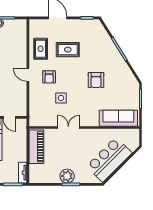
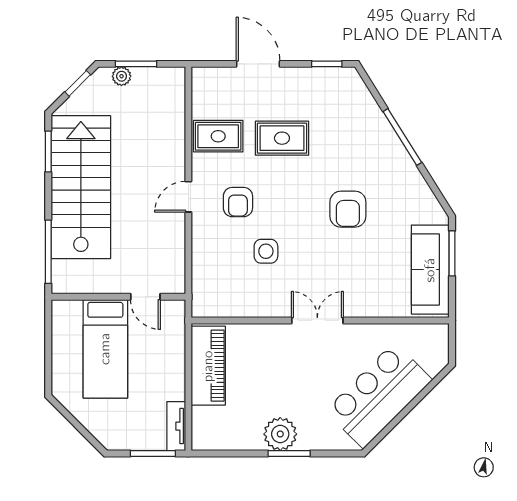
rug: (41, 49) -> (218, 136), turned 90
door: (28, 75) -> (188, 197), hinge flipped
sofa: (118, 118) -> (430, 270), moved, turned -90
double door: (68, 128) -> (317, 320), moved

